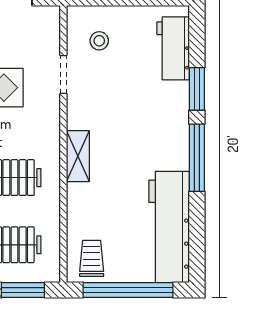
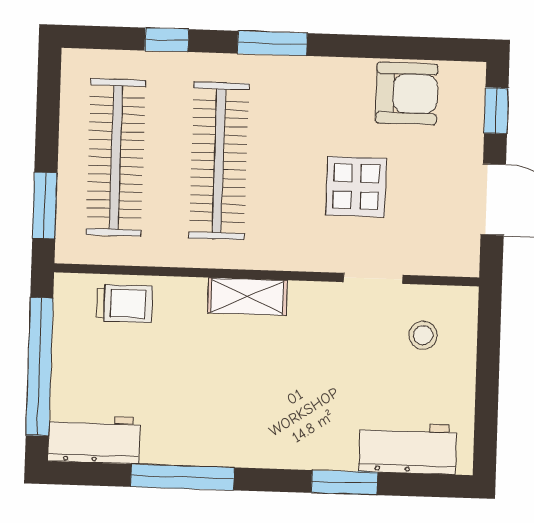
window: (197, 158) -> (182, 477), moved
workbench: (169, 227) -> (94, 439), width x0.53, depth x0.76
trolley: (92, 258) -> (124, 304), moved

